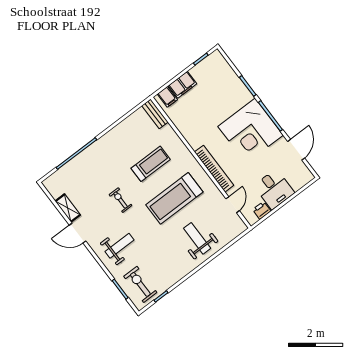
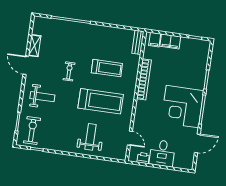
bookcase: (214, 169) -> (144, 79), moved
treadmill: (174, 198) -> (101, 101), turned 180
door: (233, 205) -> (130, 138), hinge flipped

